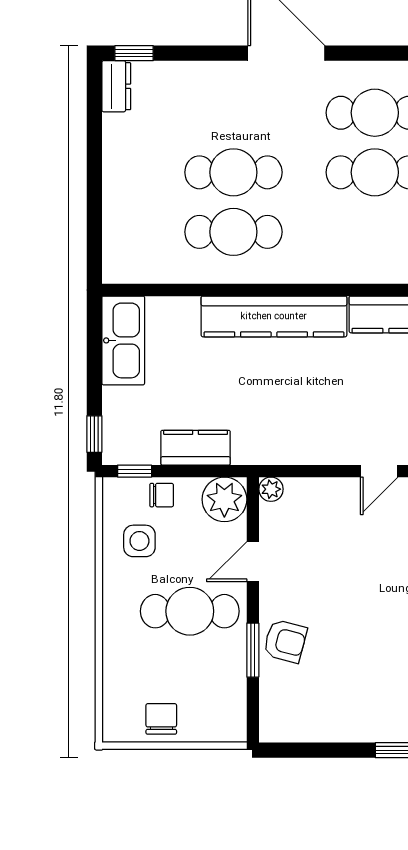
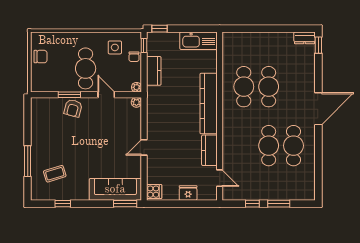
door: (379, 471) -> (144, 147), hinge flipped
plant: (224, 499) -> (137, 87), width x0.53, depth x0.53

